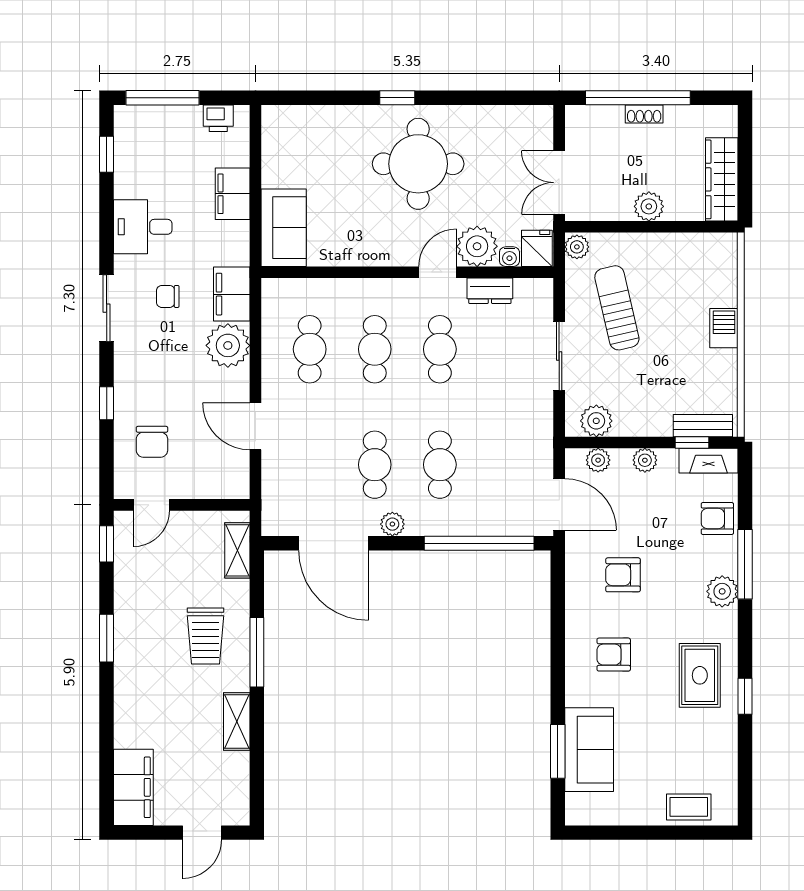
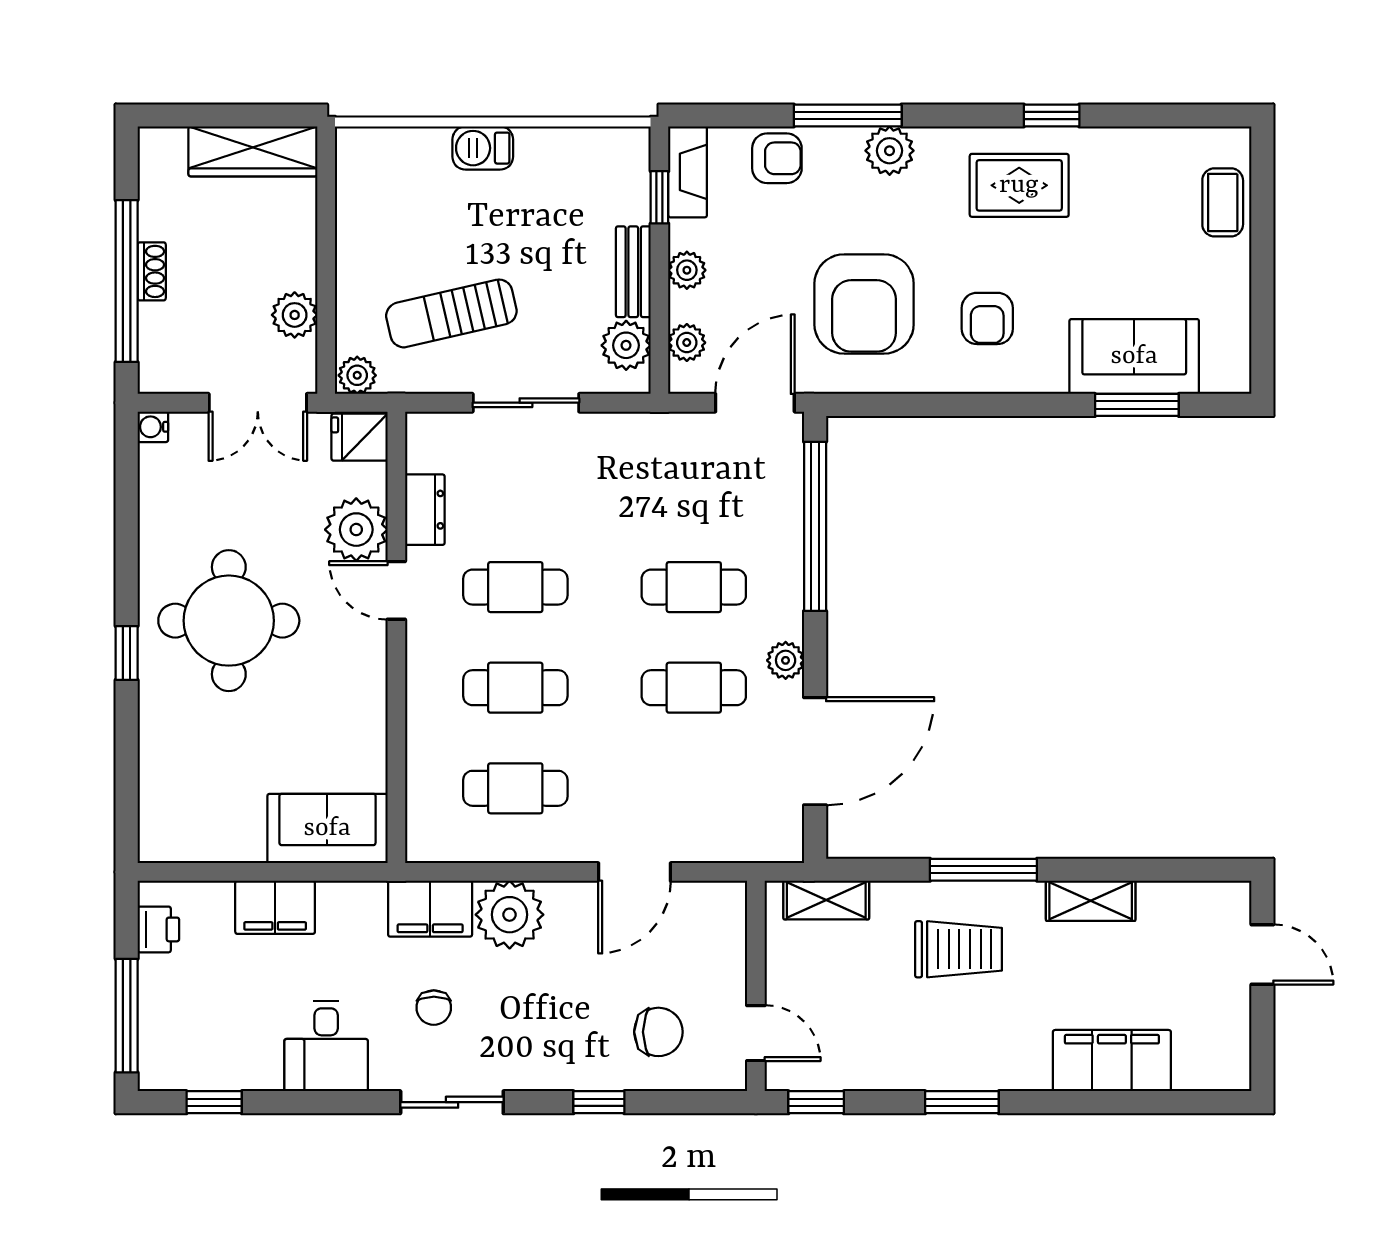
plant: (649, 206) -> (295, 315), moved
water cooler: (509, 257) -> (153, 427), moved, turned 180
bench: (703, 426) -> (633, 272), moved
armchair: (717, 518) -> (777, 158), turned -90
armchair: (623, 575) -> (864, 304), width x1.88, depth x1.88
filing cabinet: (133, 787) -> (1112, 1061), moved

